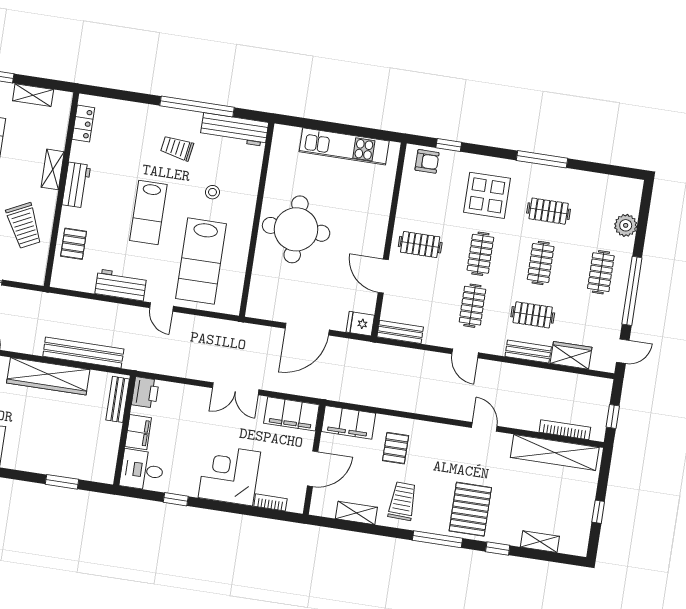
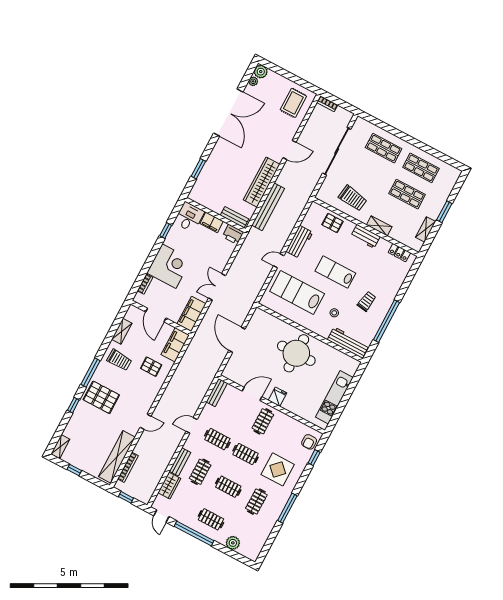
workbench: (234, 130) -> (348, 343), moved, turned 90
trolley: (24, 226) -> (353, 198), turned -146
fridge: (360, 324) -> (277, 397), moved
shelving: (540, 542) -> (60, 447), moved

